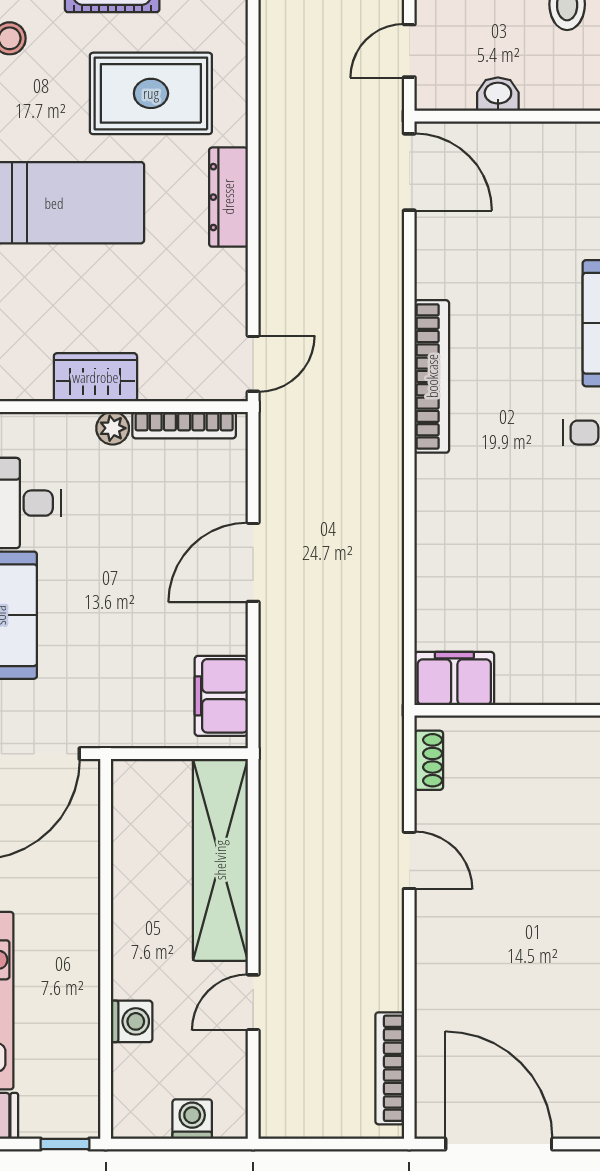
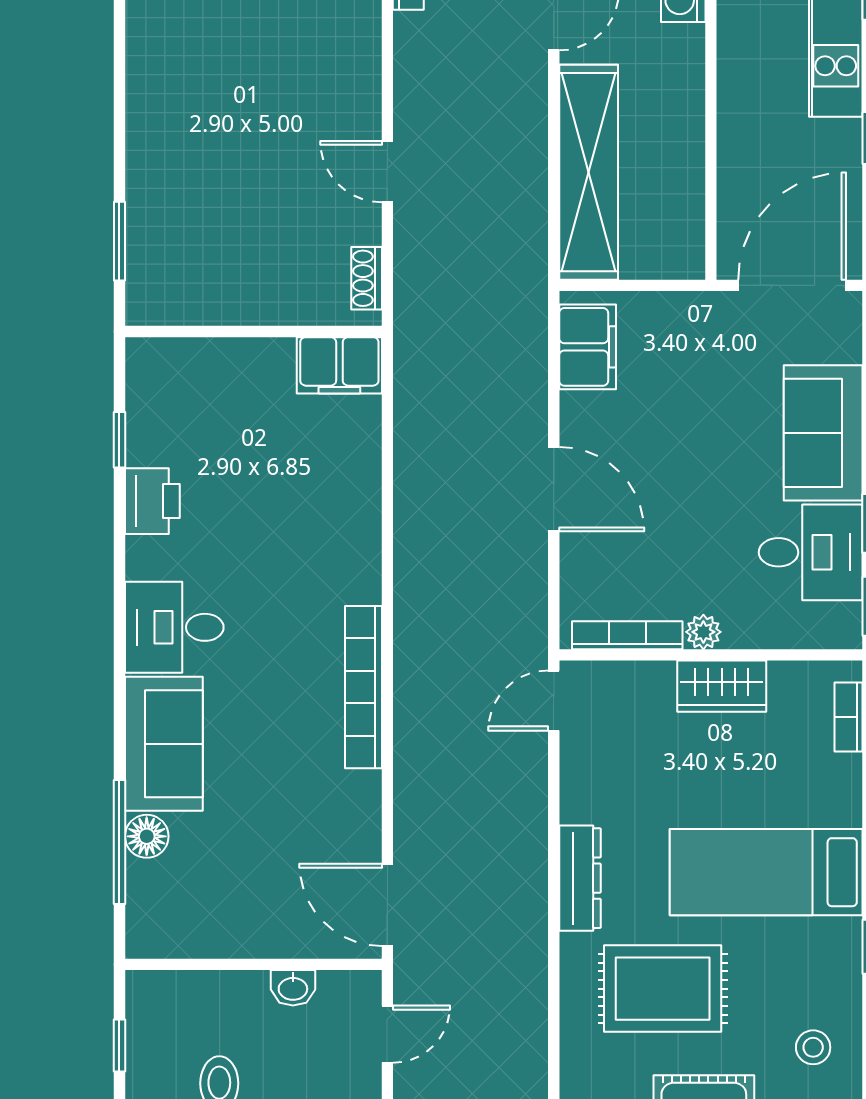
door: (253, 562) -> (554, 489), hinge flipped

